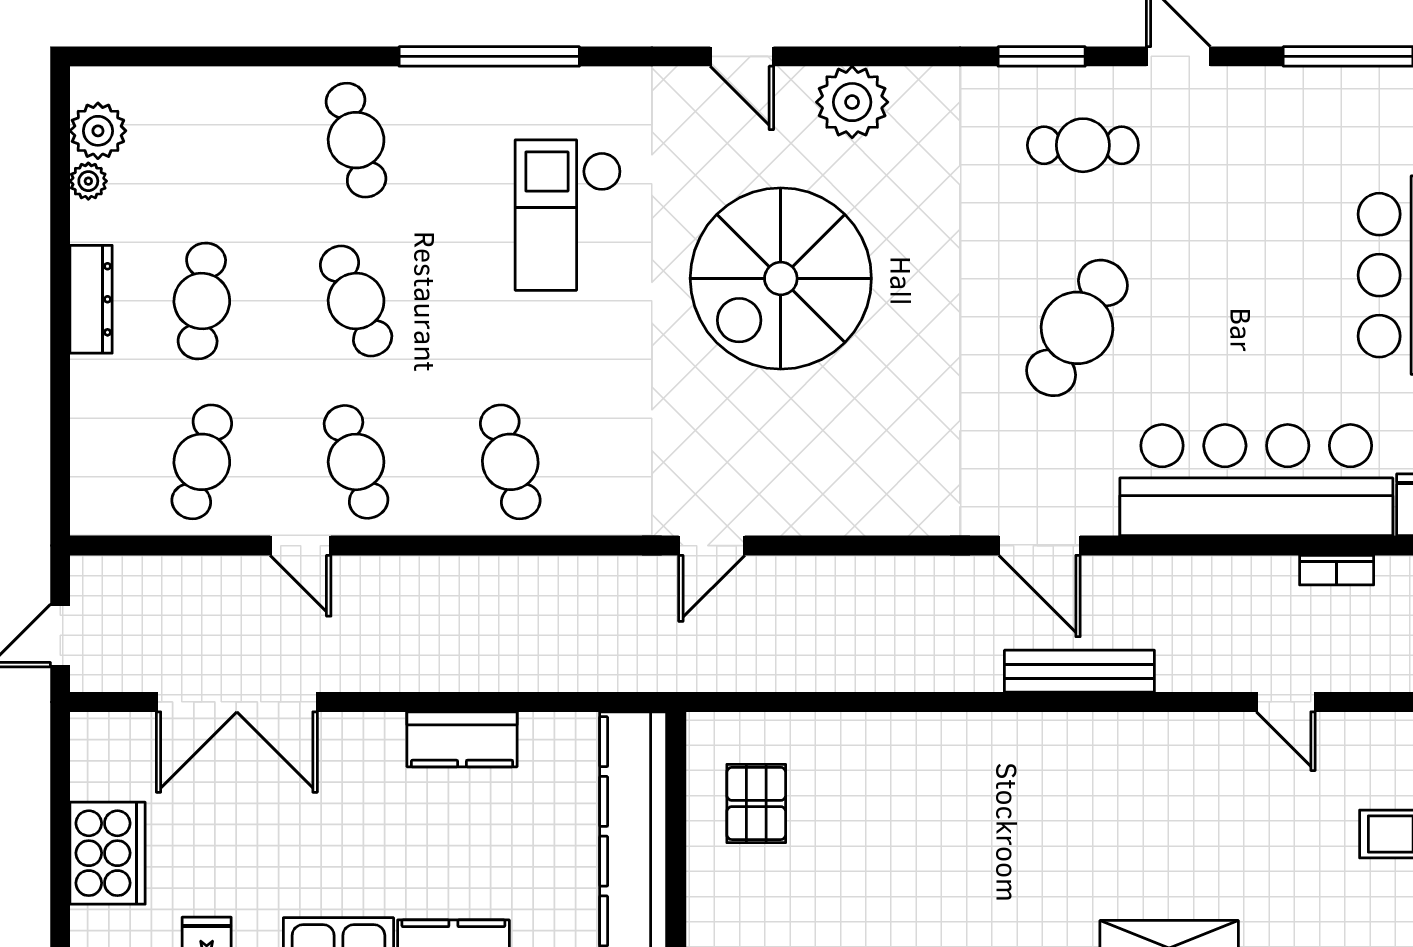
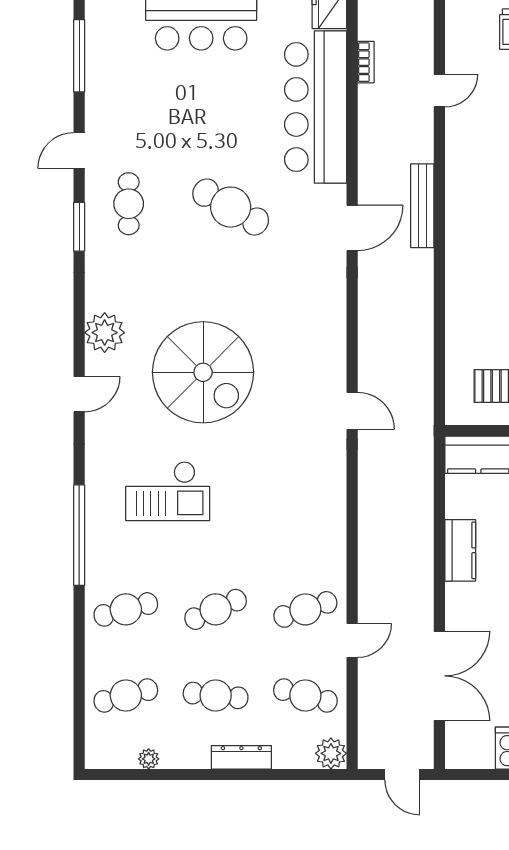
plant: (98, 131) -> (331, 753), moved
dresser: (91, 299) -> (241, 757), moved
cafe table: (510, 462) -> (126, 695), moved

